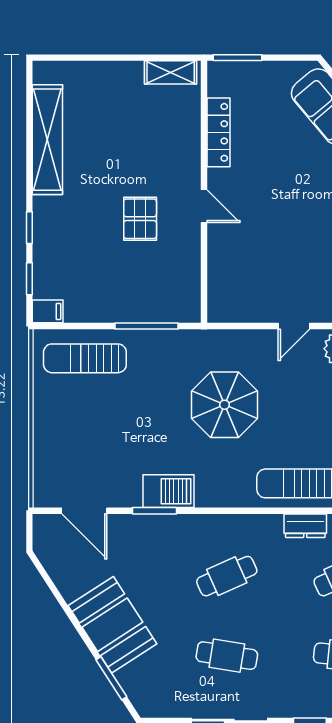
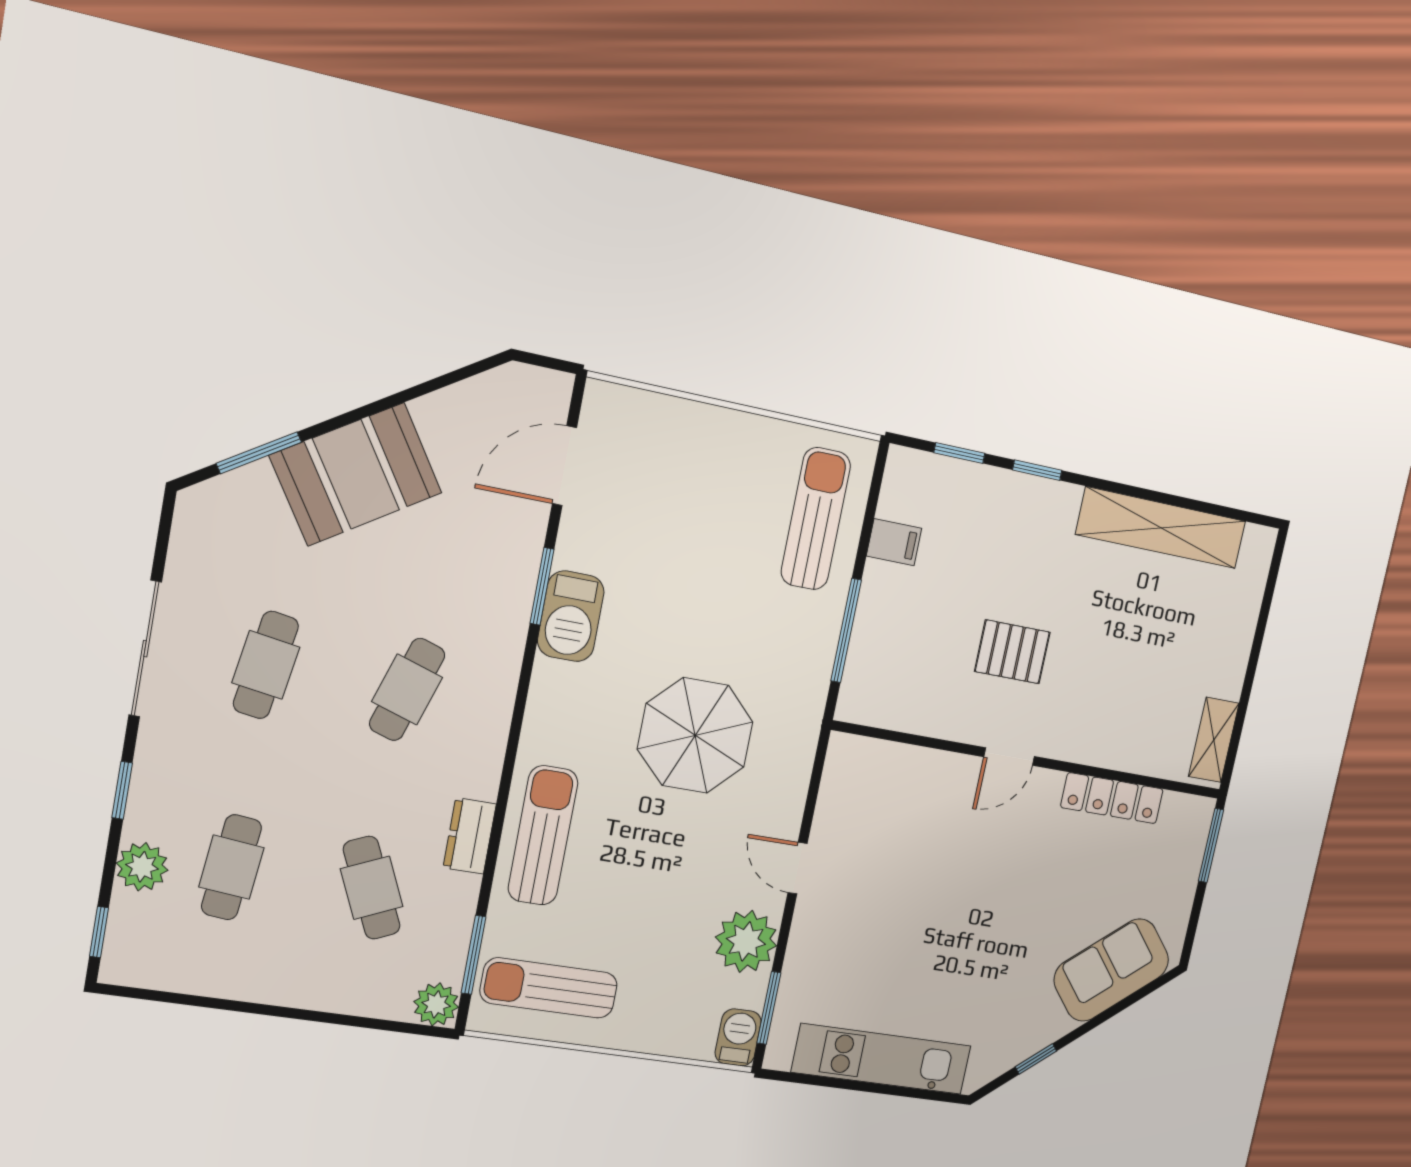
filing cabinet: (48, 311) -> (894, 542), moved, turned -90
cafe table: (227, 576) -> (407, 689), turned 42

